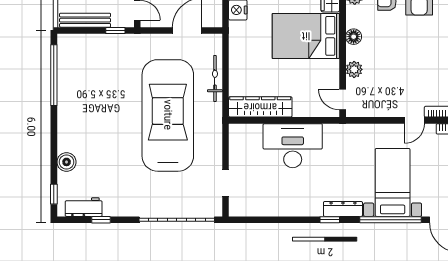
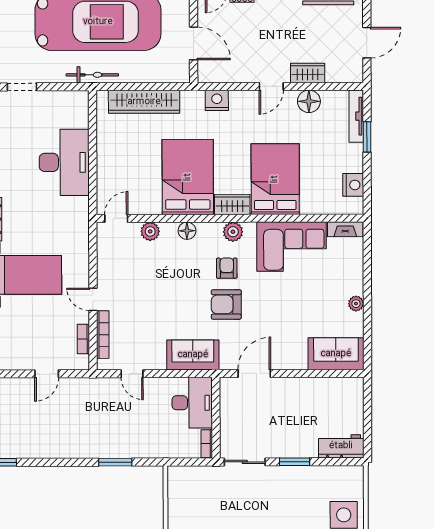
bicycle: (215, 78) -> (92, 75), moved
wardrobe: (260, 107) -> (144, 102), moved, turned 90

